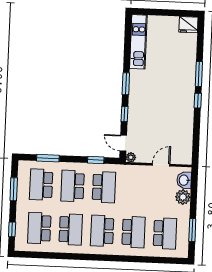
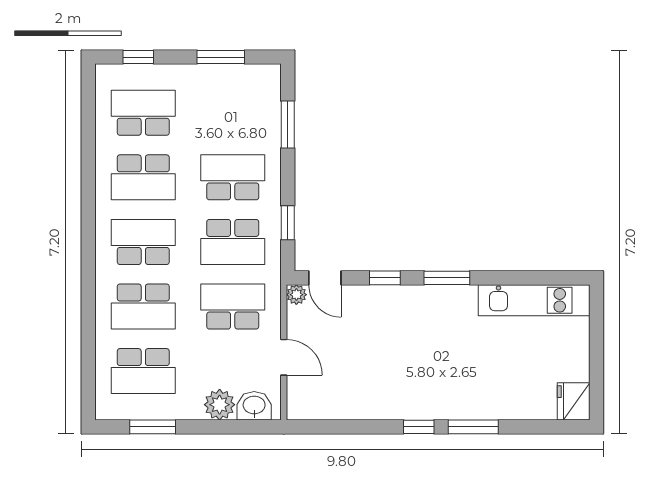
door: (123, 143) -> (325, 278), swing flipped
school desk: (41, 185) -> (233, 307), moved

